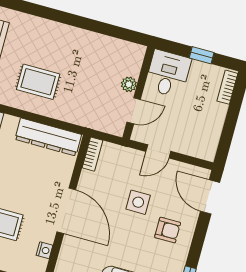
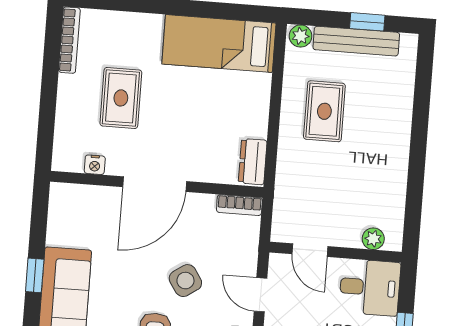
plant: (129, 84) -> (373, 239), moved
dresser: (48, 137) -> (253, 162), width x0.51, depth x0.80
side table: (138, 202) -> (185, 281), turned -34

